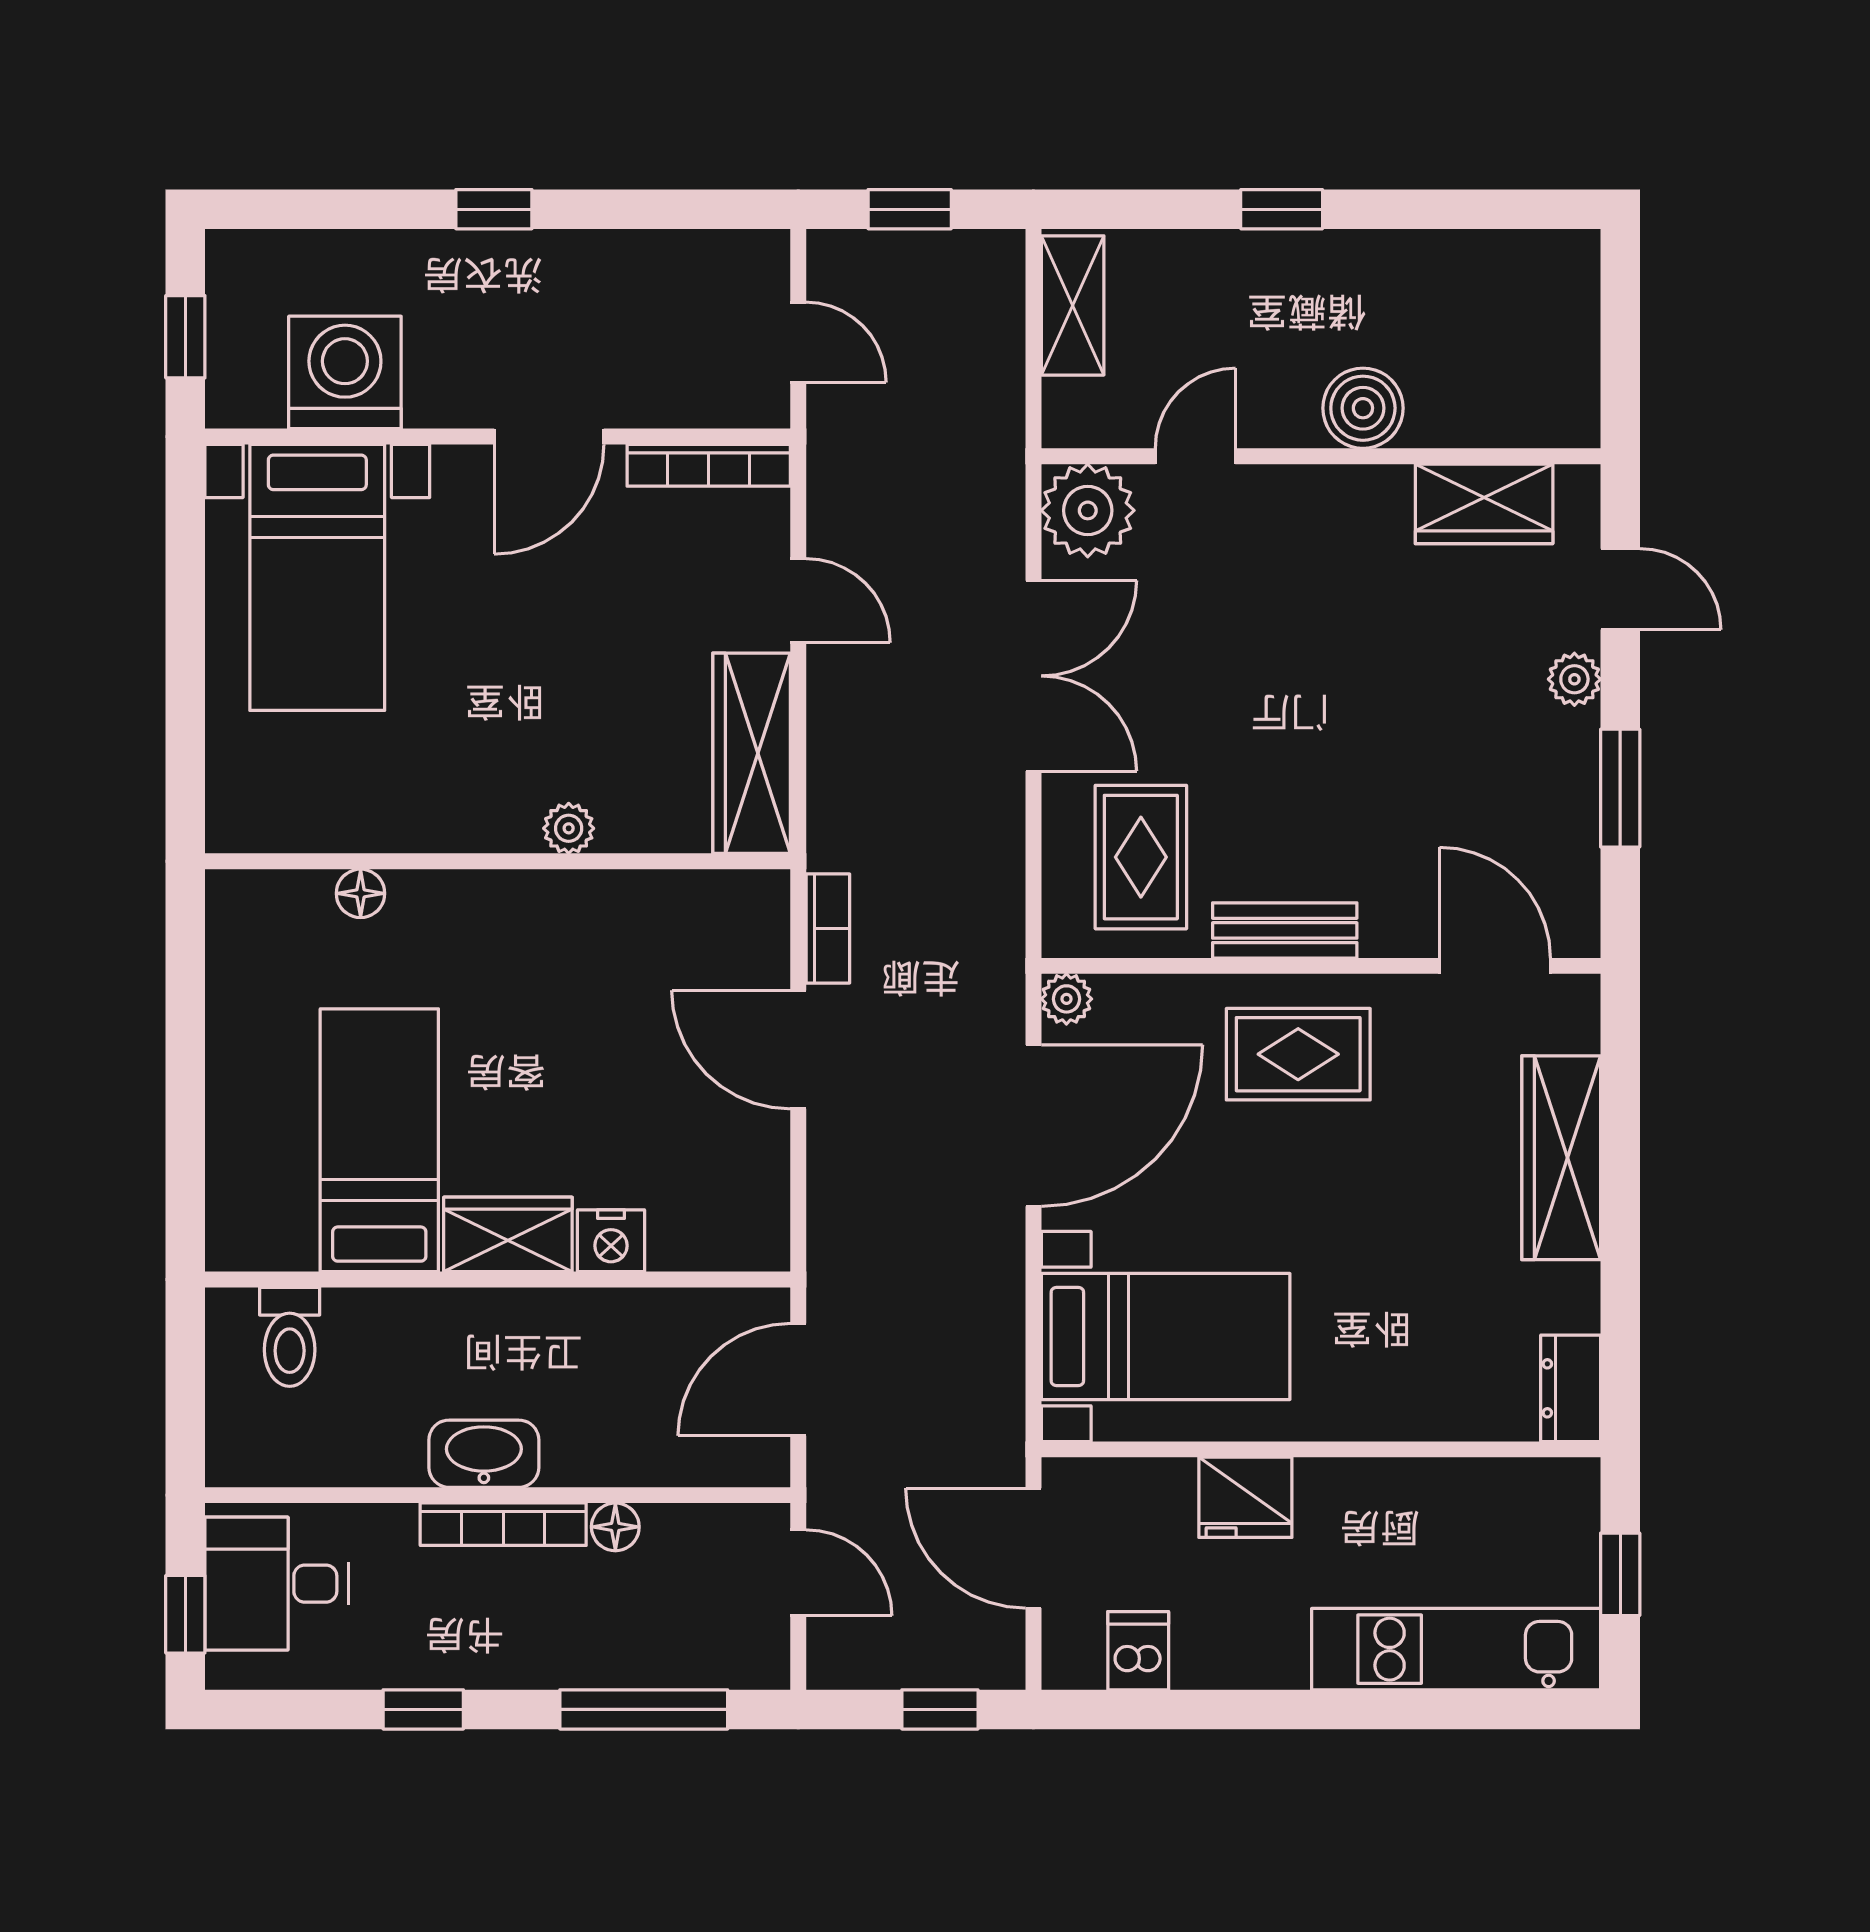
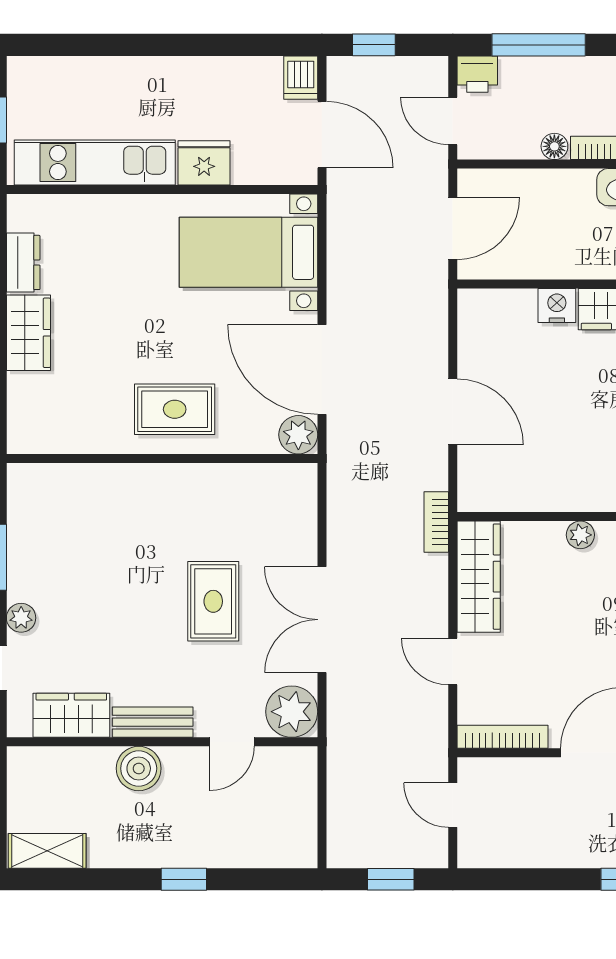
shelving: (1073, 305) -> (47, 851), moved, turned 90
rug: (1141, 857) -> (213, 601), moved
bookcase: (828, 928) -> (436, 522), moved
bench: (1285, 930) -> (153, 722), moved
door: (1495, 966) -> (65, 458), removed
plant: (1066, 999) -> (298, 435), width x1.38, depth x1.38
door: (1033, 1126) -> (322, 370), hinge flipped
wardrobe: (1561, 1158) -> (28, 333), width x0.67
dresser: (1571, 1388) -> (23, 262), moved
kitchen unit: (1456, 1649) -> (95, 162), moved, turned 180
dishwasher: (1138, 1651) -> (301, 78), moved
printer: (754, 1657) -> (477, 74), added

